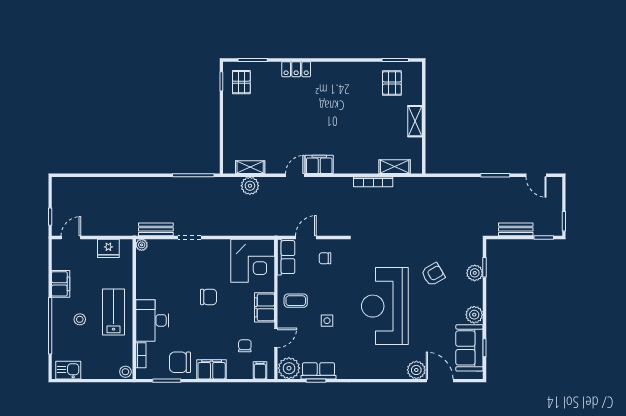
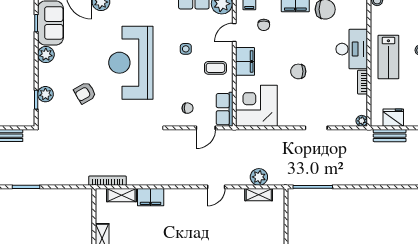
filing cabinet: (319, 164) -> (151, 197), moved
bookcase: (373, 182) -> (107, 181), moved
bench: (156, 229) -> (390, 136), moved
reception desk: (385, 306) -> (131, 63), turned 180
bookcase: (141, 355) -> (363, 82), moved

